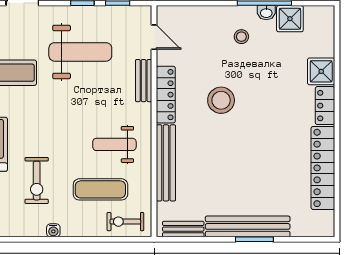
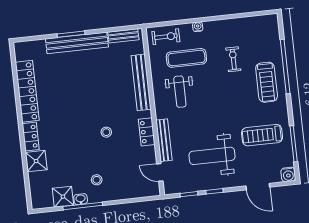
bench: (144, 81) -> (164, 140), width x1.36
locker: (166, 95) -> (147, 132), width x0.66
stool: (221, 100) -> (106, 132), width x0.53, depth x0.53
weight bench: (114, 144) -> (180, 92), turned 90
exercise bike: (37, 181) -> (233, 59), width x0.73, depth x0.72
water cooler: (53, 230) -> (198, 27), moved

